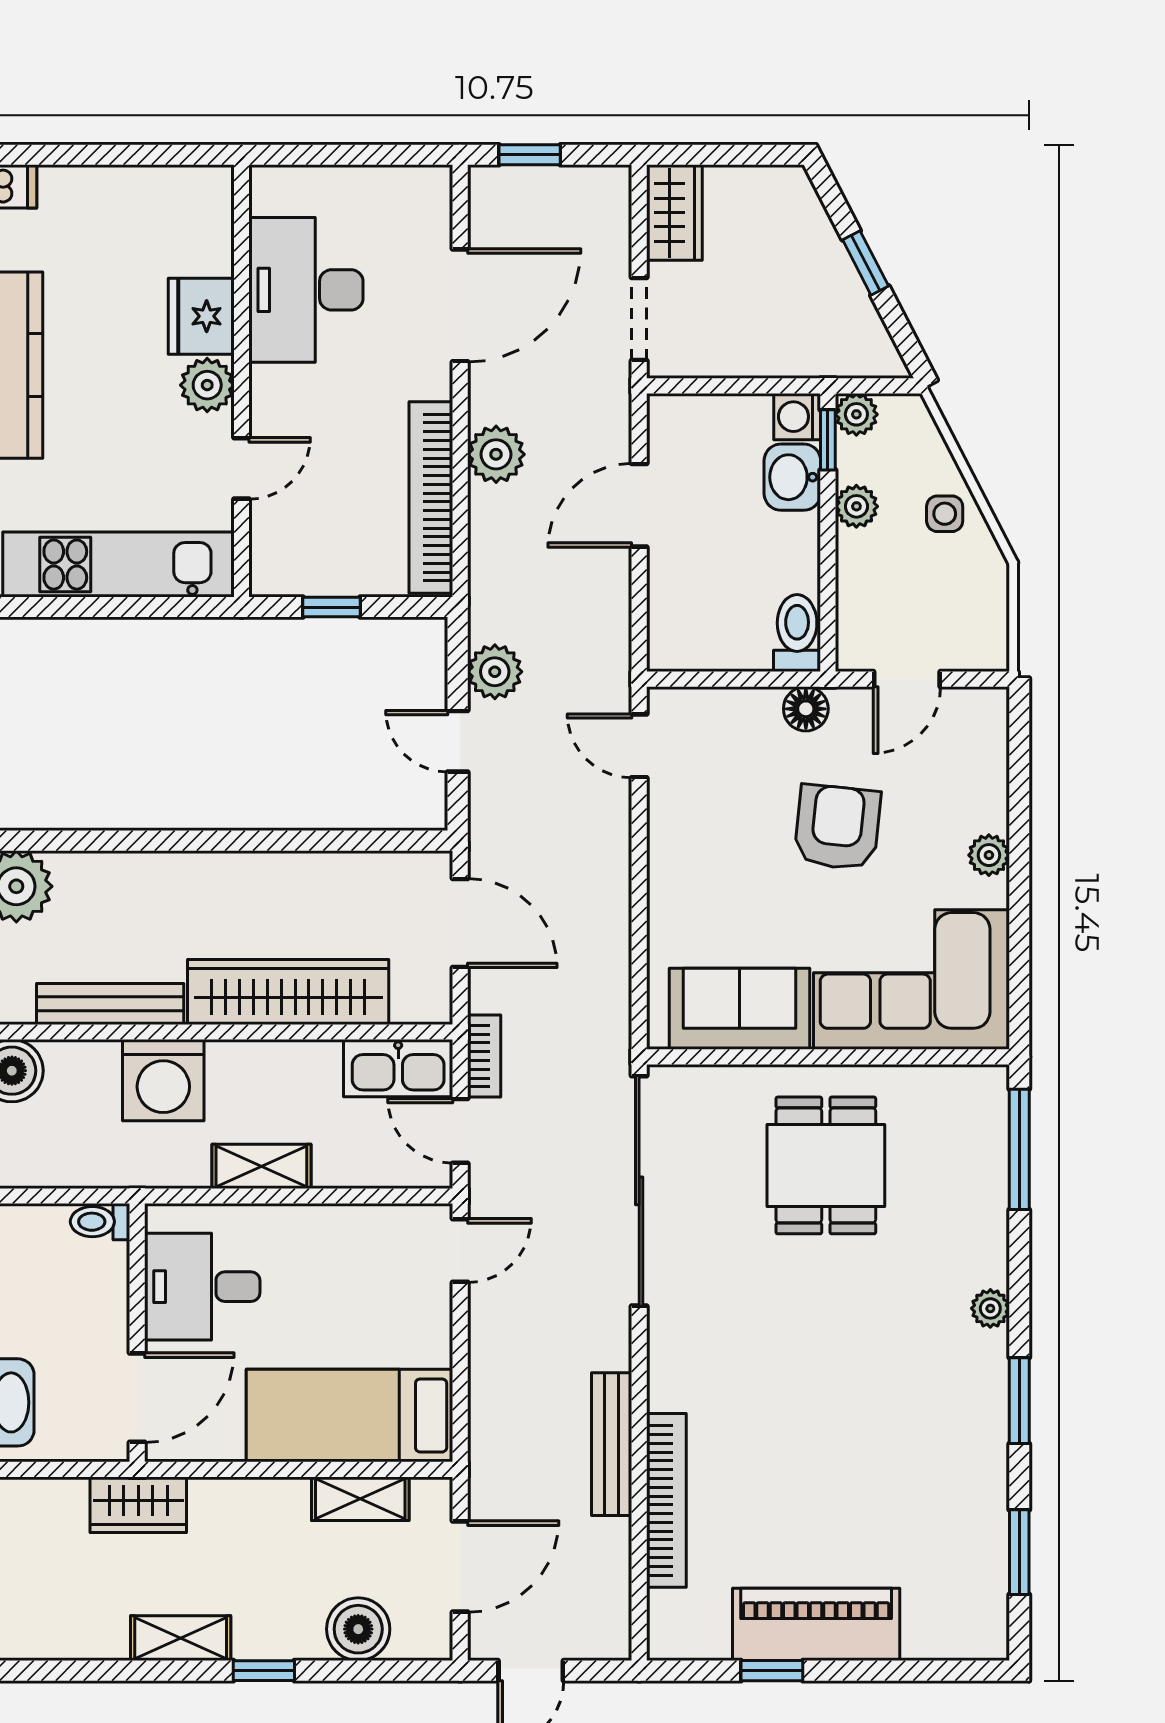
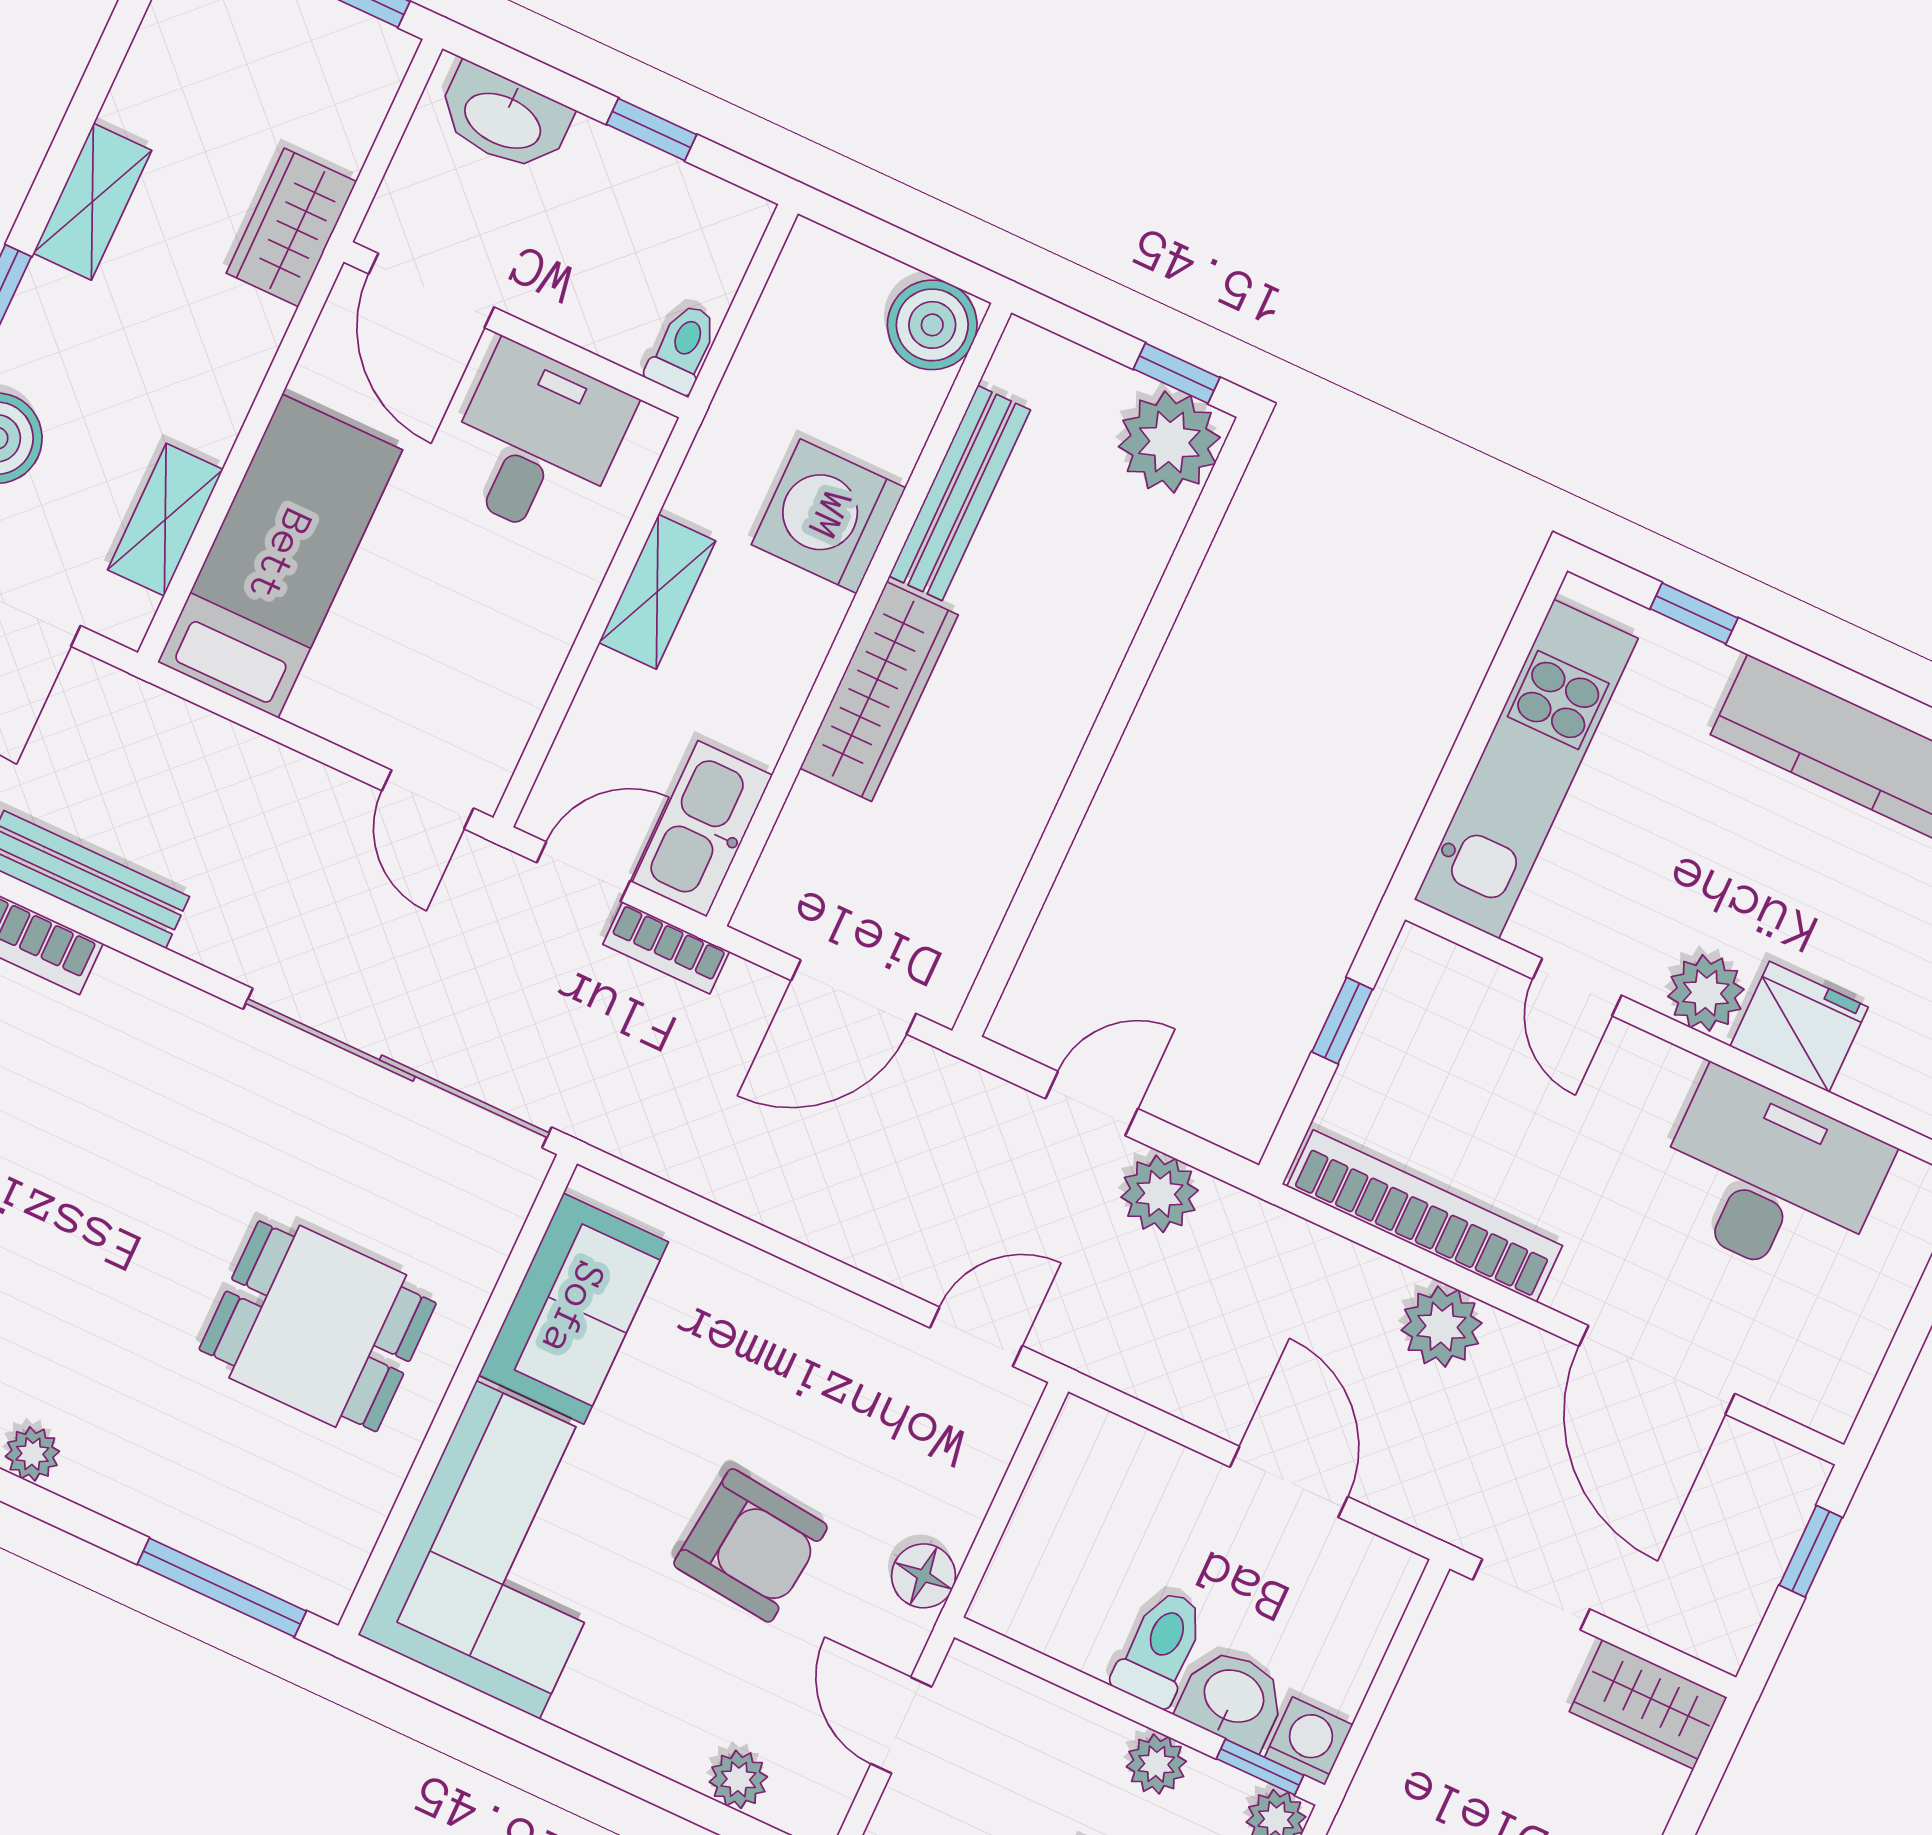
toilet: (797, 633) -> (1160, 1648), moved, turned -90
plant: (989, 855) -> (738, 1779), moved
wardrobe: (288, 992) -> (879, 691), width x0.71, depth x0.85

